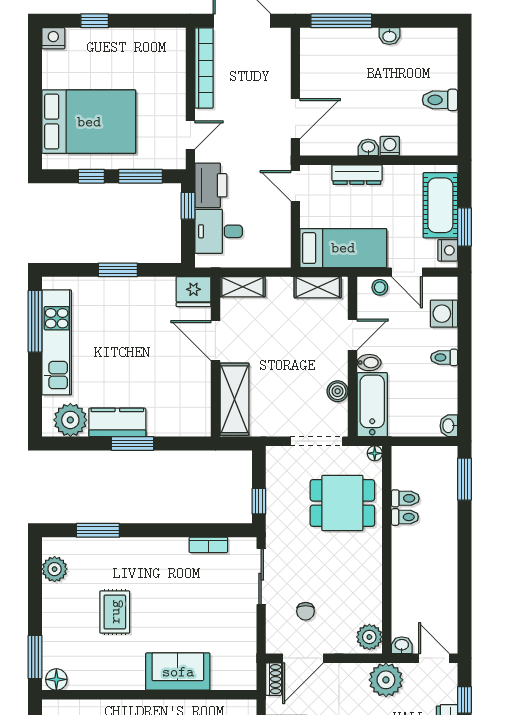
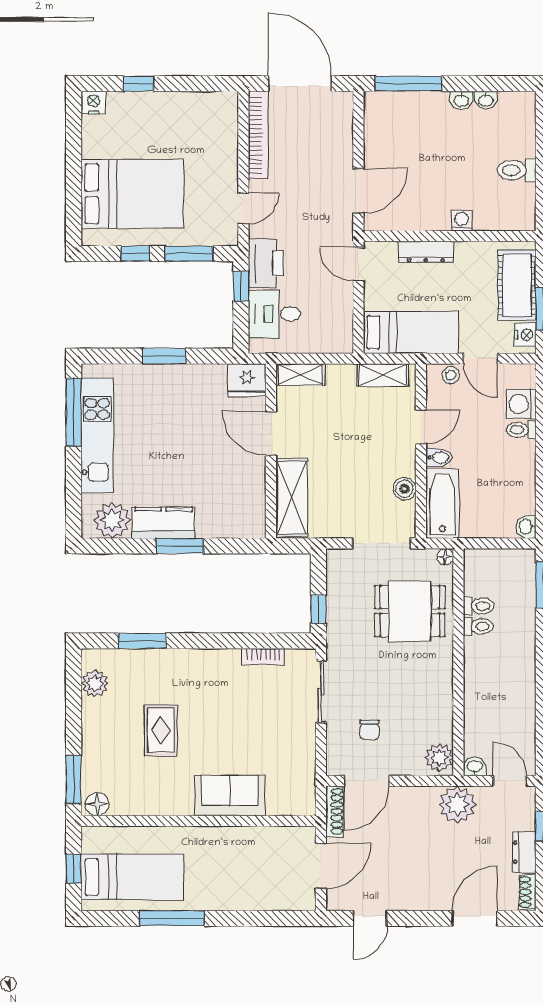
washbasin: (368, 147) -> (486, 100), moved, turned 180
toilet: (444, 357) -> (521, 430), moved
shoe rack: (274, 679) -> (335, 811), width x1.43

